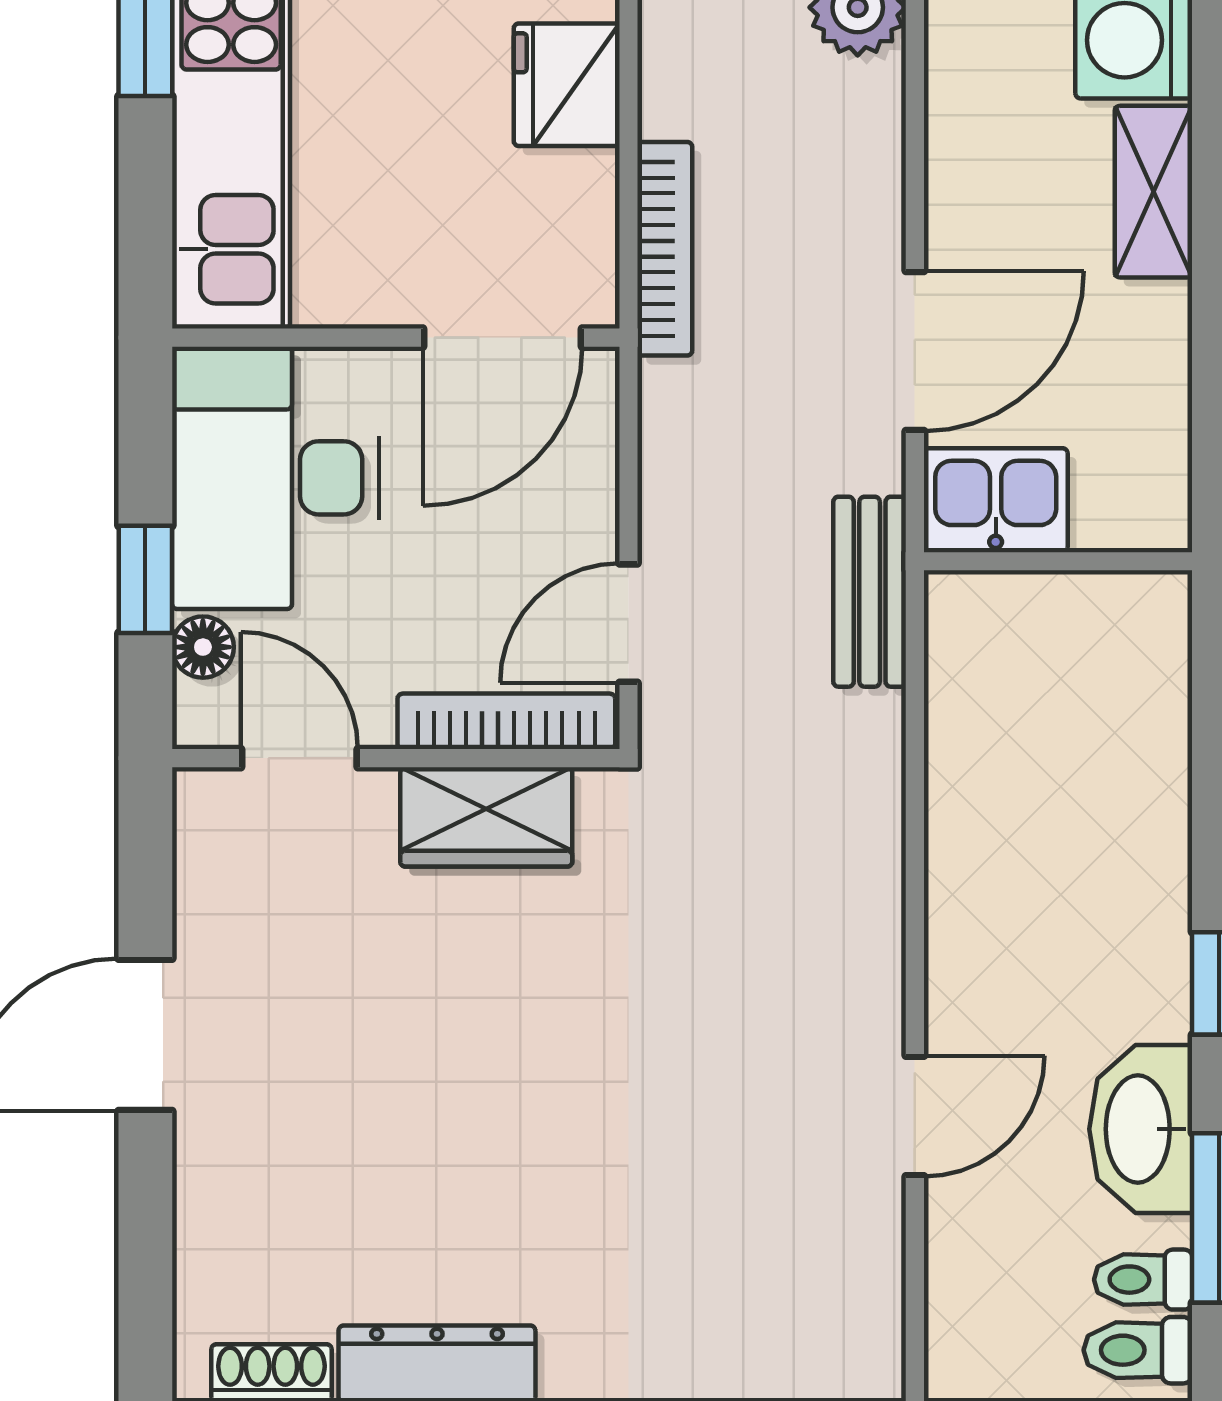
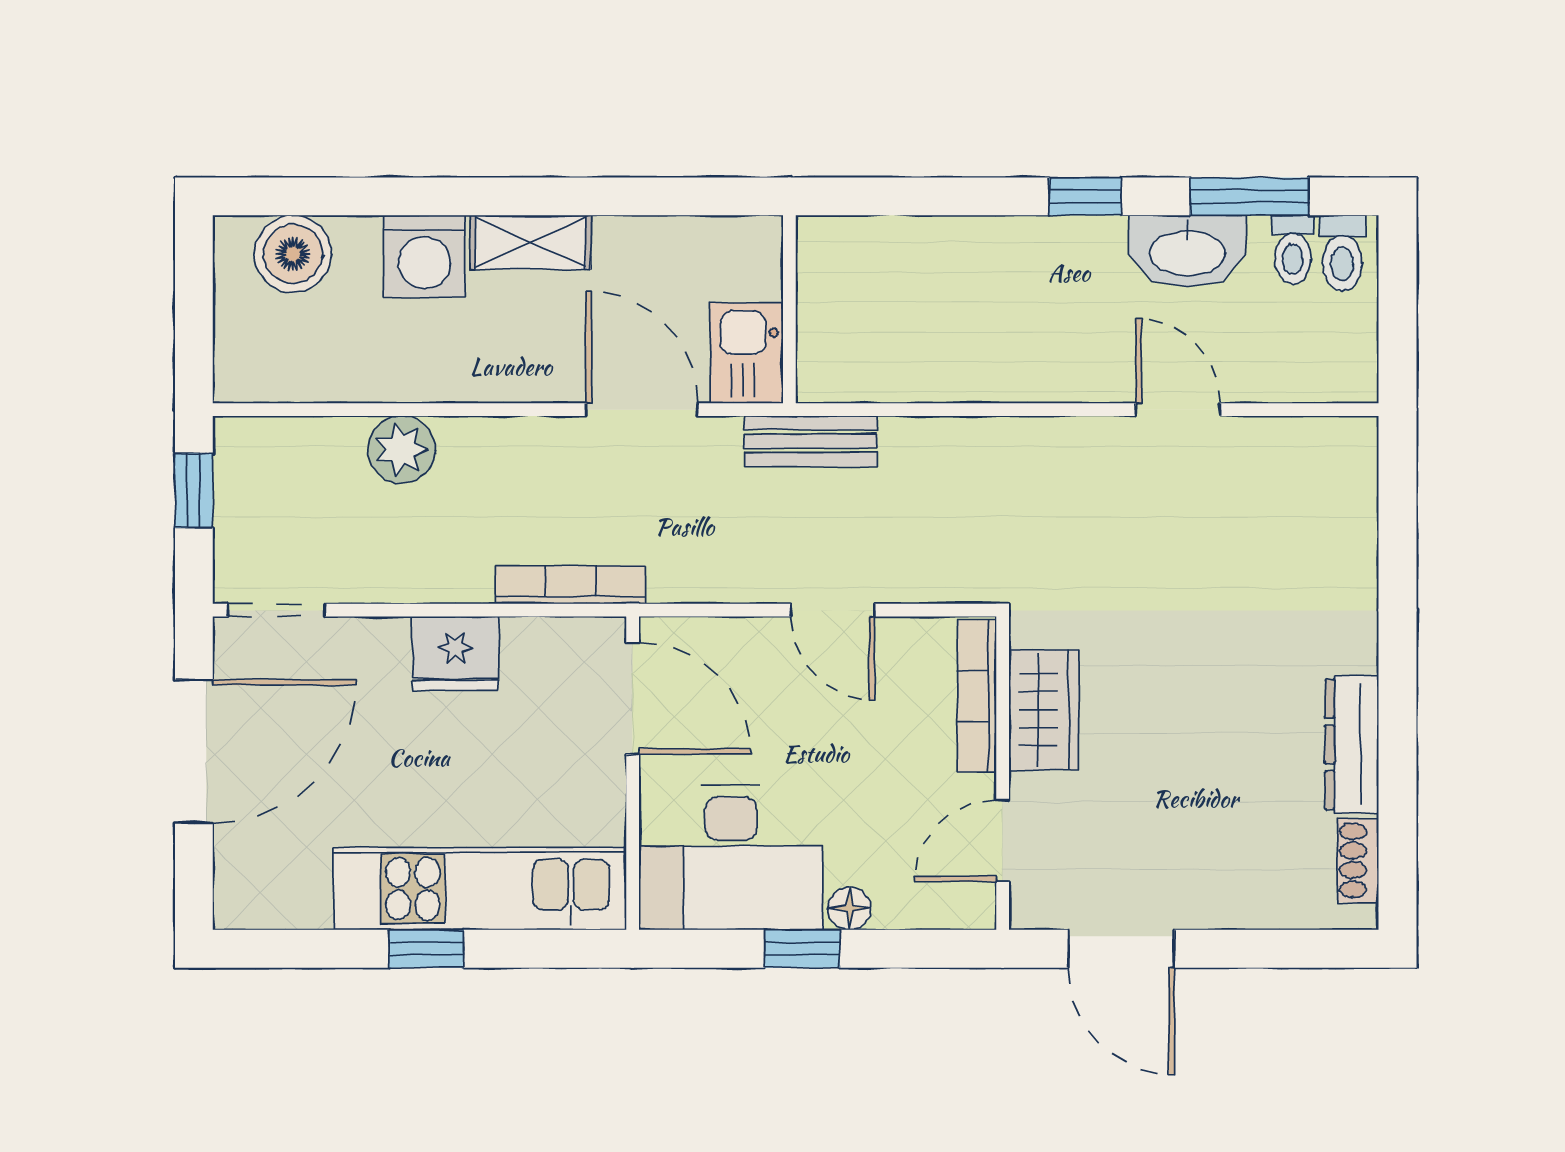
bookcase: (506, 721) -> (977, 696), moved
door: (299, 758) -> (1003, 841), moved
wall: (396, 758) -> (1003, 773), moved
wardrobe: (486, 817) -> (1044, 710), moved

